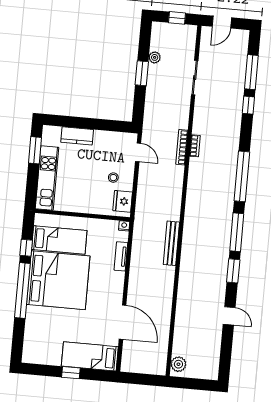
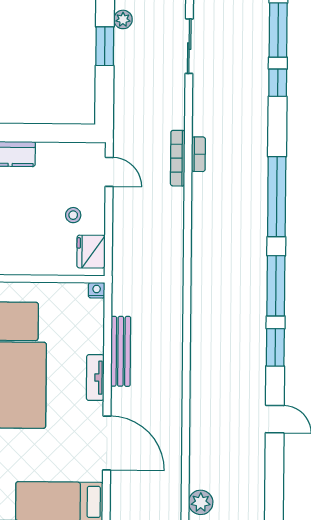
bench: (171, 243) -> (121, 351), moved
tv unit: (121, 256) -> (95, 378), moved

